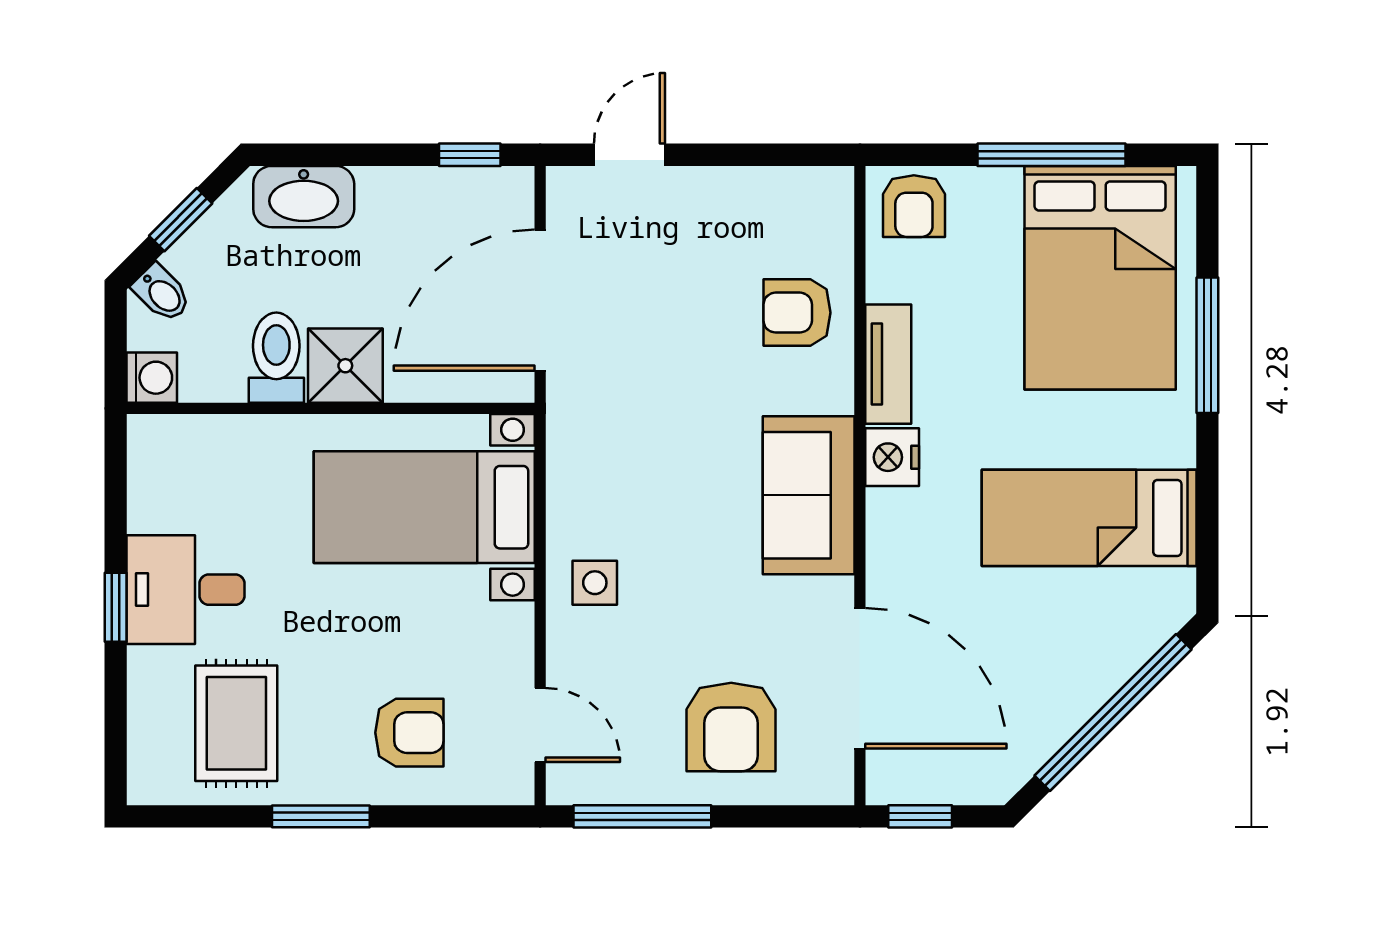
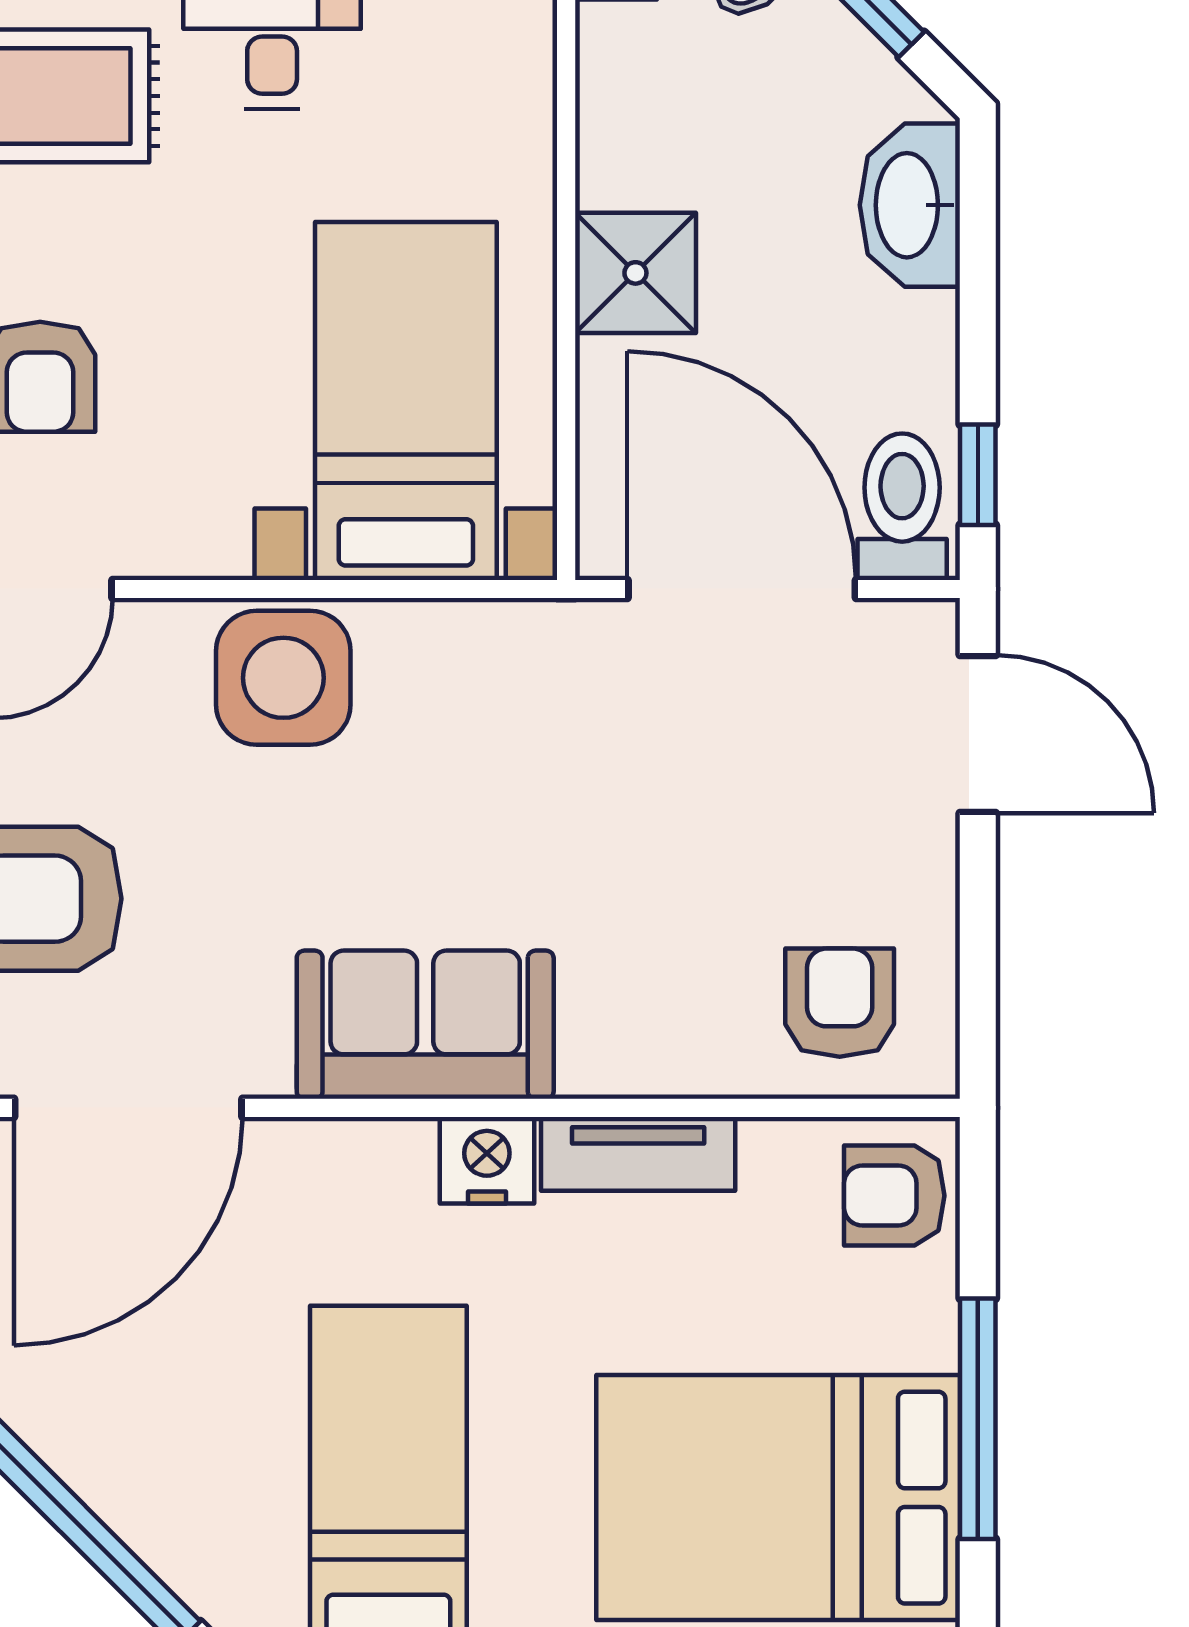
door: (630, 155) -> (978, 734), width x1.38
armchair: (797, 313) -> (840, 1003), moved
toilet: (276, 358) -> (902, 507), moved, turned -90
side table: (595, 583) -> (283, 678), width x1.87, depth x1.87

